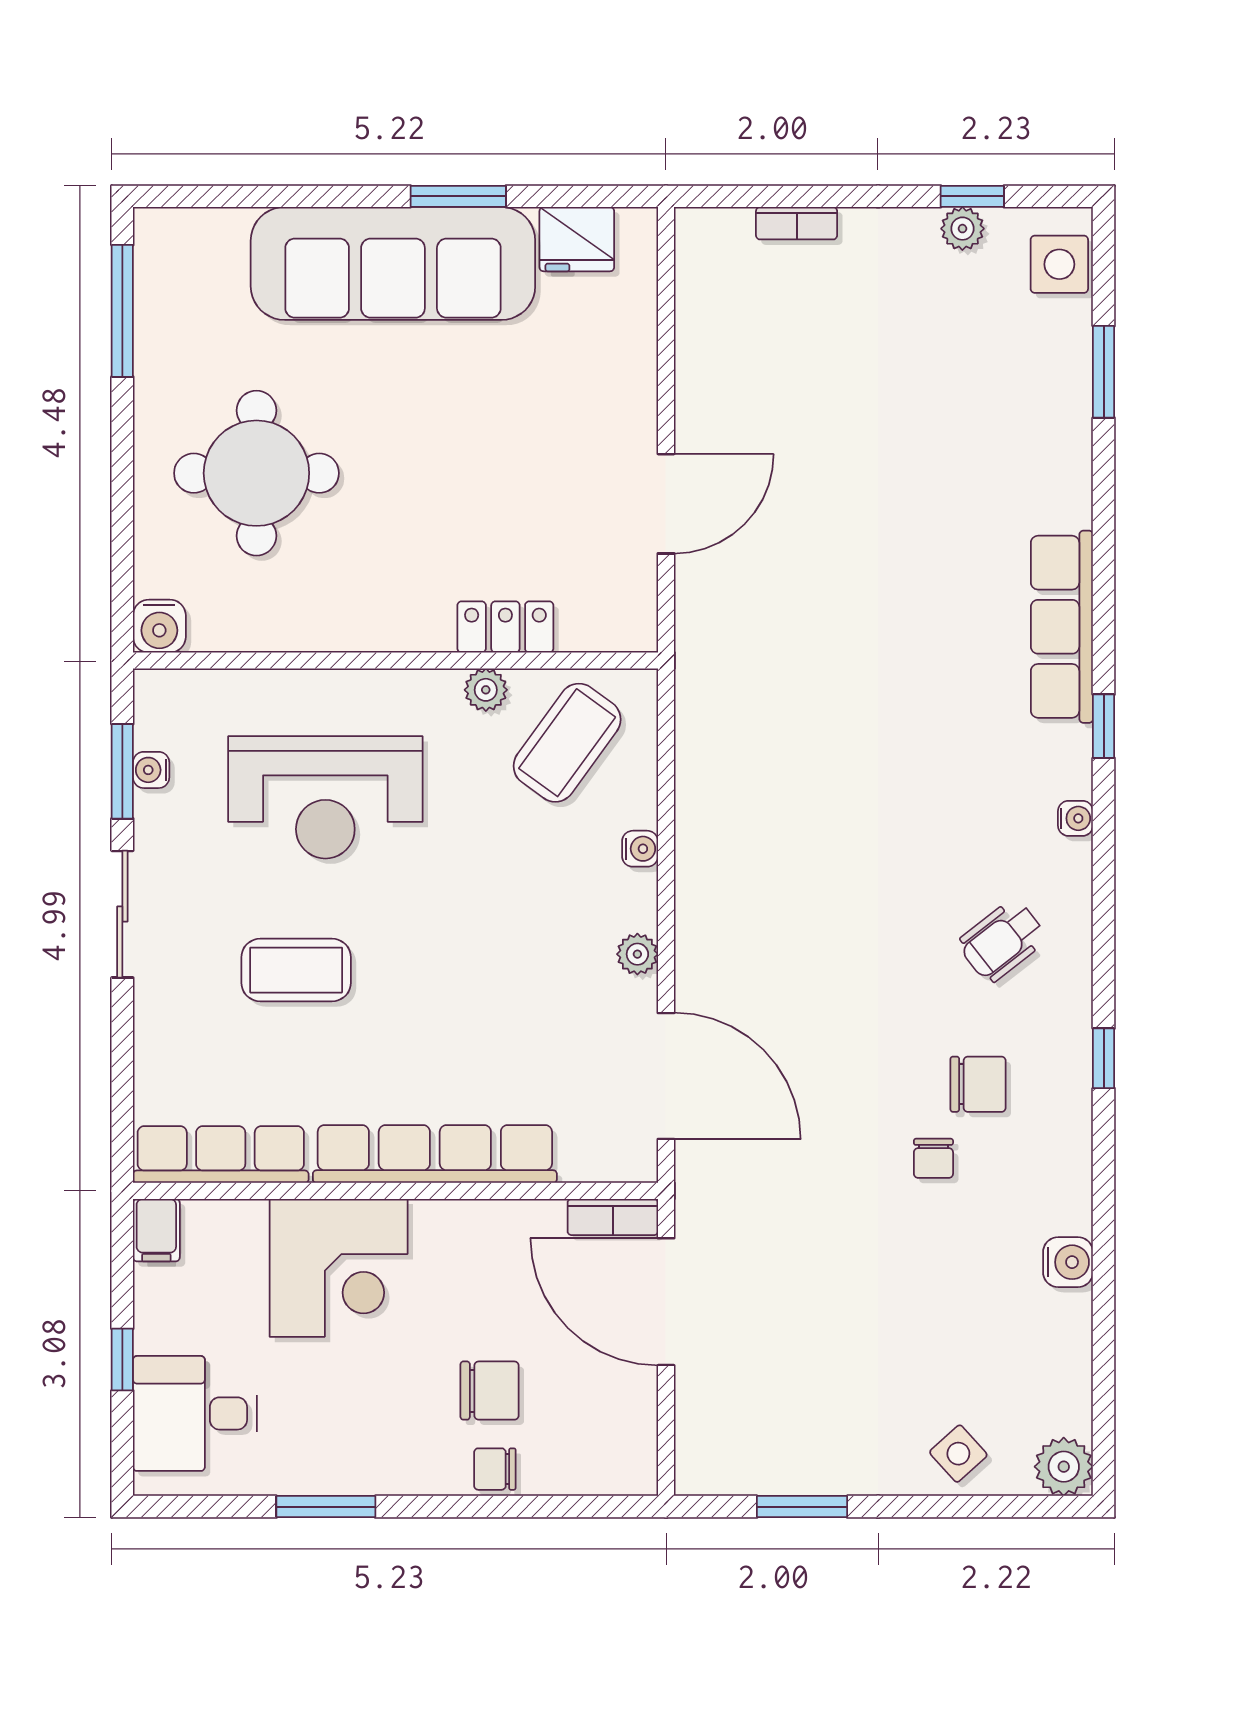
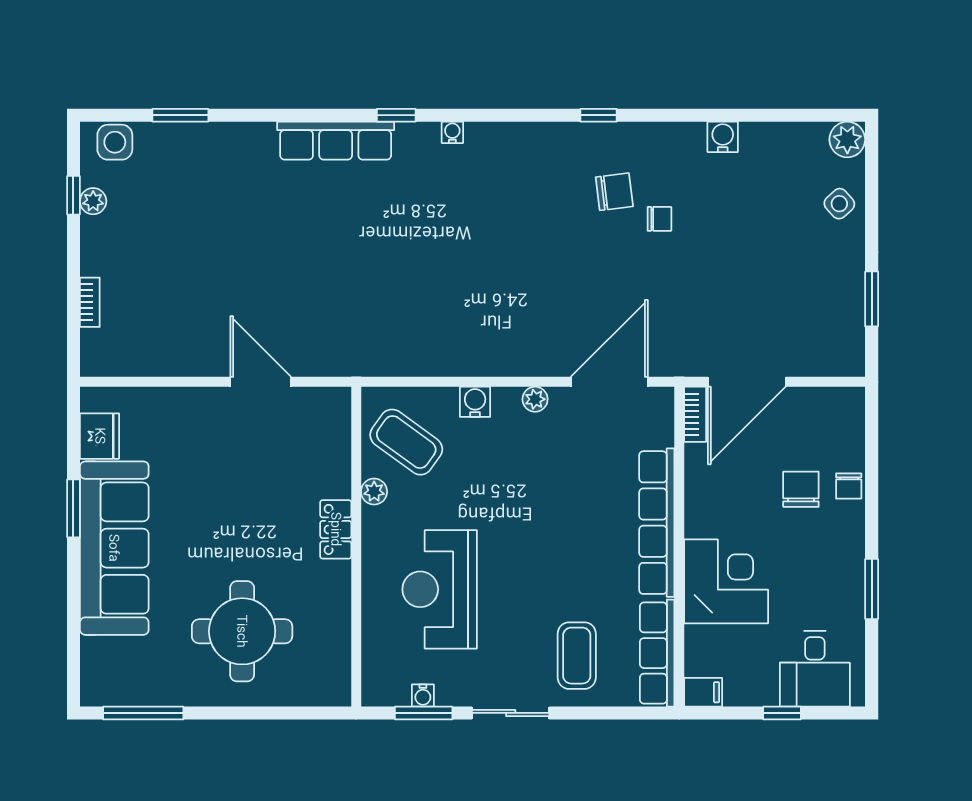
water cooler: (159, 626) -> (335, 690), removed
locker: (505, 627) -> (336, 529), moved
reception desk: (325, 797) -> (440, 589), turned 180
water cooler: (640, 849) -> (475, 402), width x1.38, depth x1.38
wheelchair: (1002, 941) -> (527, 177), removed
coffee table: (296, 970) -> (577, 656), moved
chair: (978, 1084) -> (614, 192), turned 83

